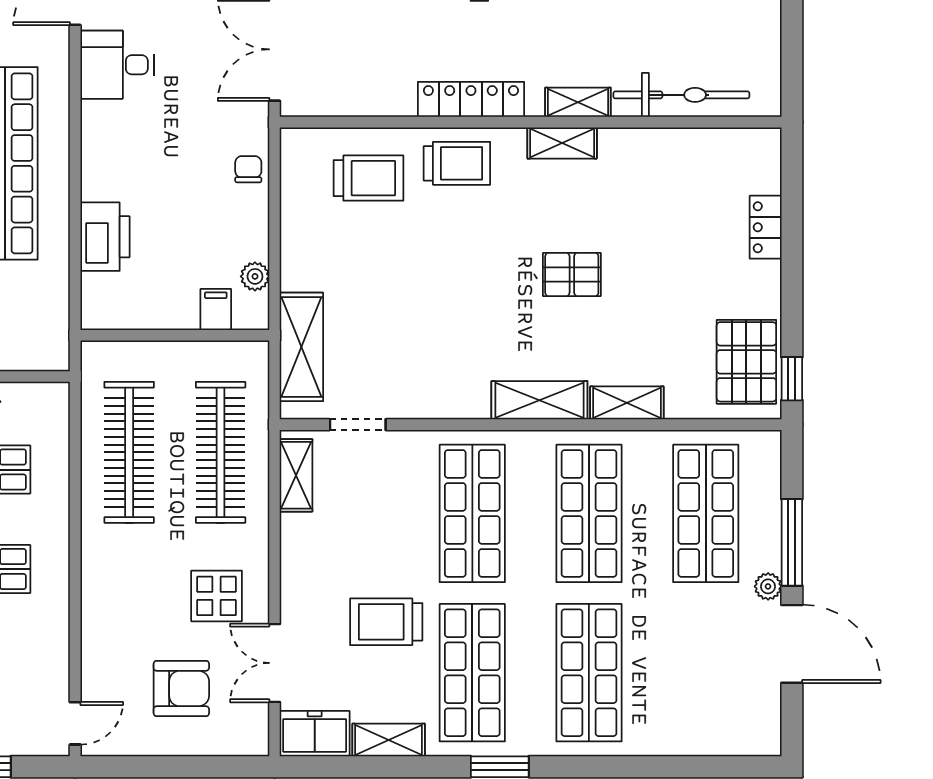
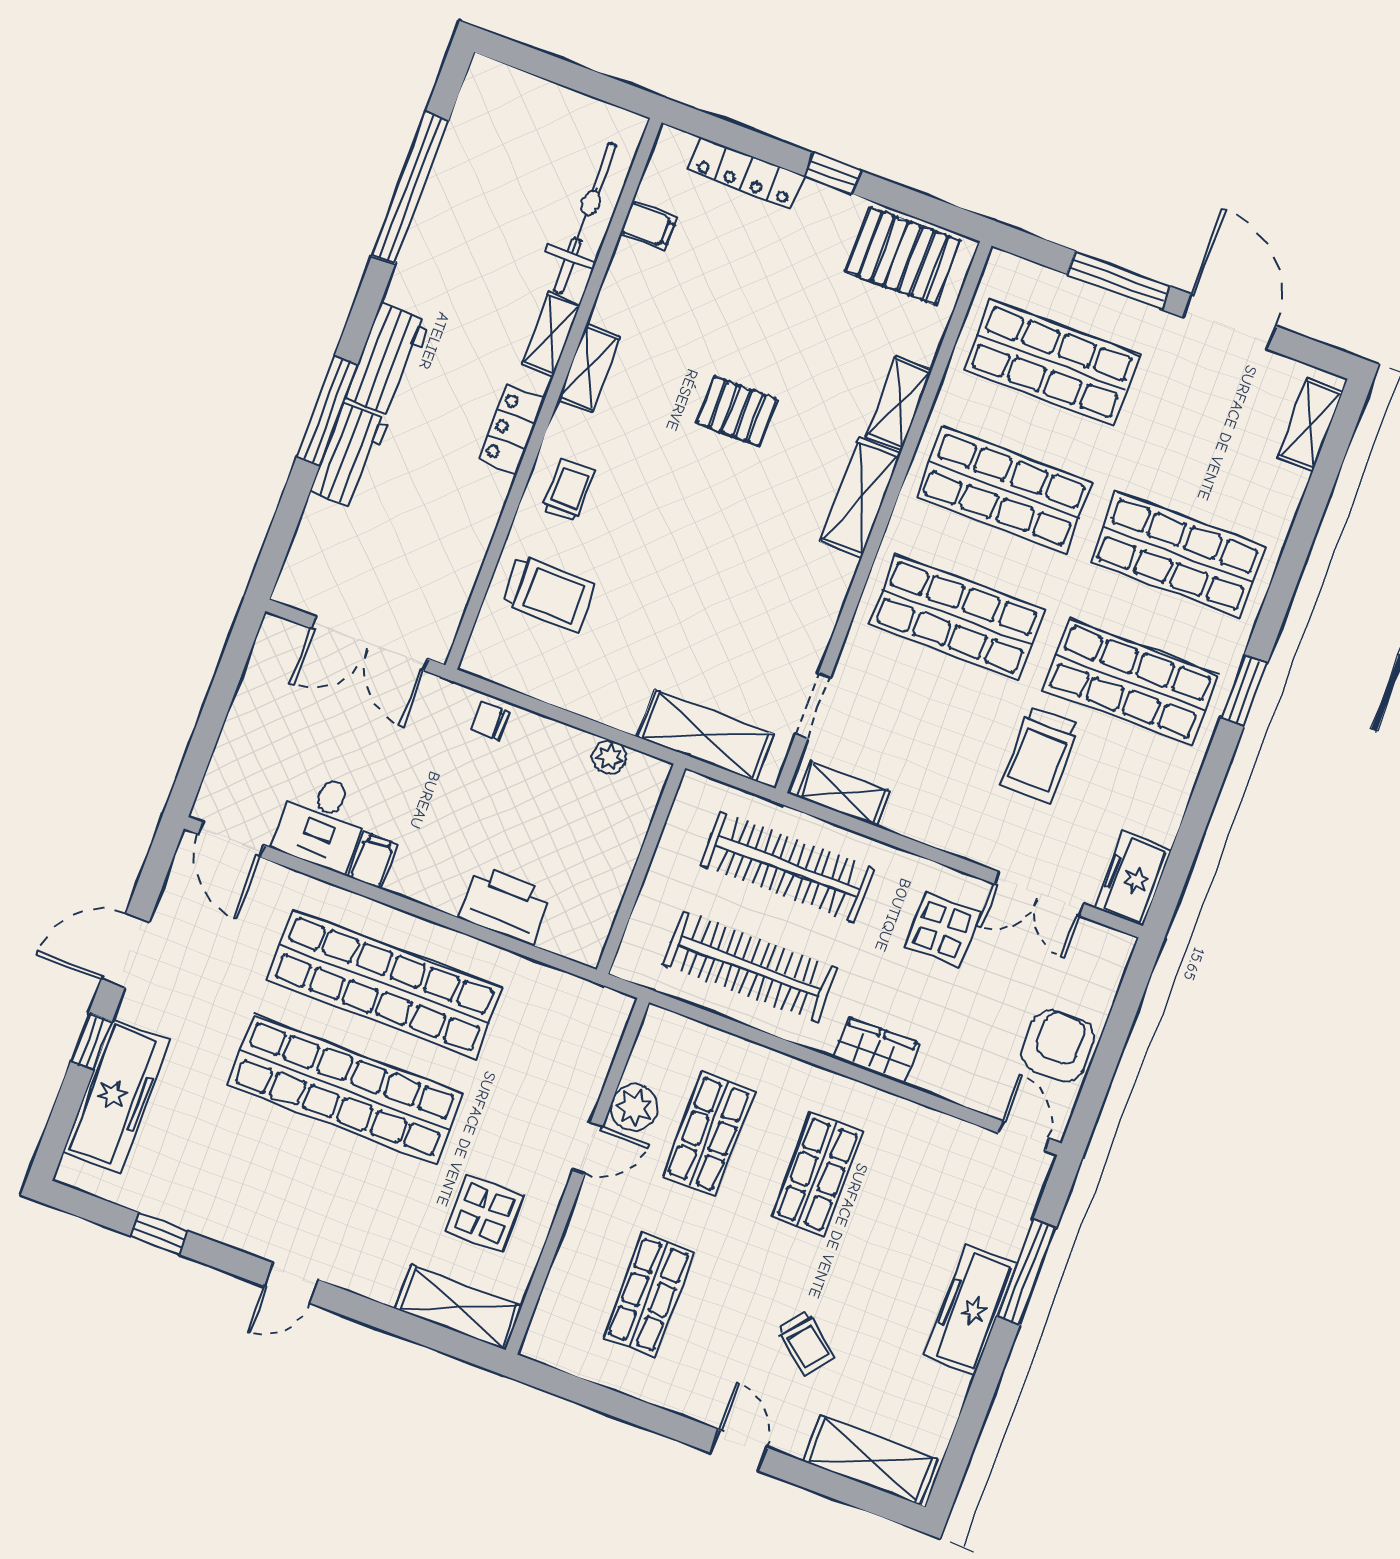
locker: (471, 99) -> (512, 430), width x0.66
filing cabinet: (694, 148) -> (648, 226), added
trolley: (457, 163) -> (568, 491), width x0.73, depth x0.72
trolley: (368, 178) -> (548, 593), turned 90
locker: (766, 227) -> (746, 173), width x1.53
pallet: (572, 274) -> (737, 411), turned 90
filing cabinet: (216, 310) -> (373, 860), moved, turned 90
window: (792, 379) -> (833, 173), moved
wardrobe: (99, 579) -> (876, 1051), added
plant: (768, 586) -> (1157, 324), removed
door: (792, 644) -> (1229, 322), hinge flipped
armchair: (181, 689) -> (1058, 1046), moved
shelving: (389, 740) -> (1310, 425), moved

